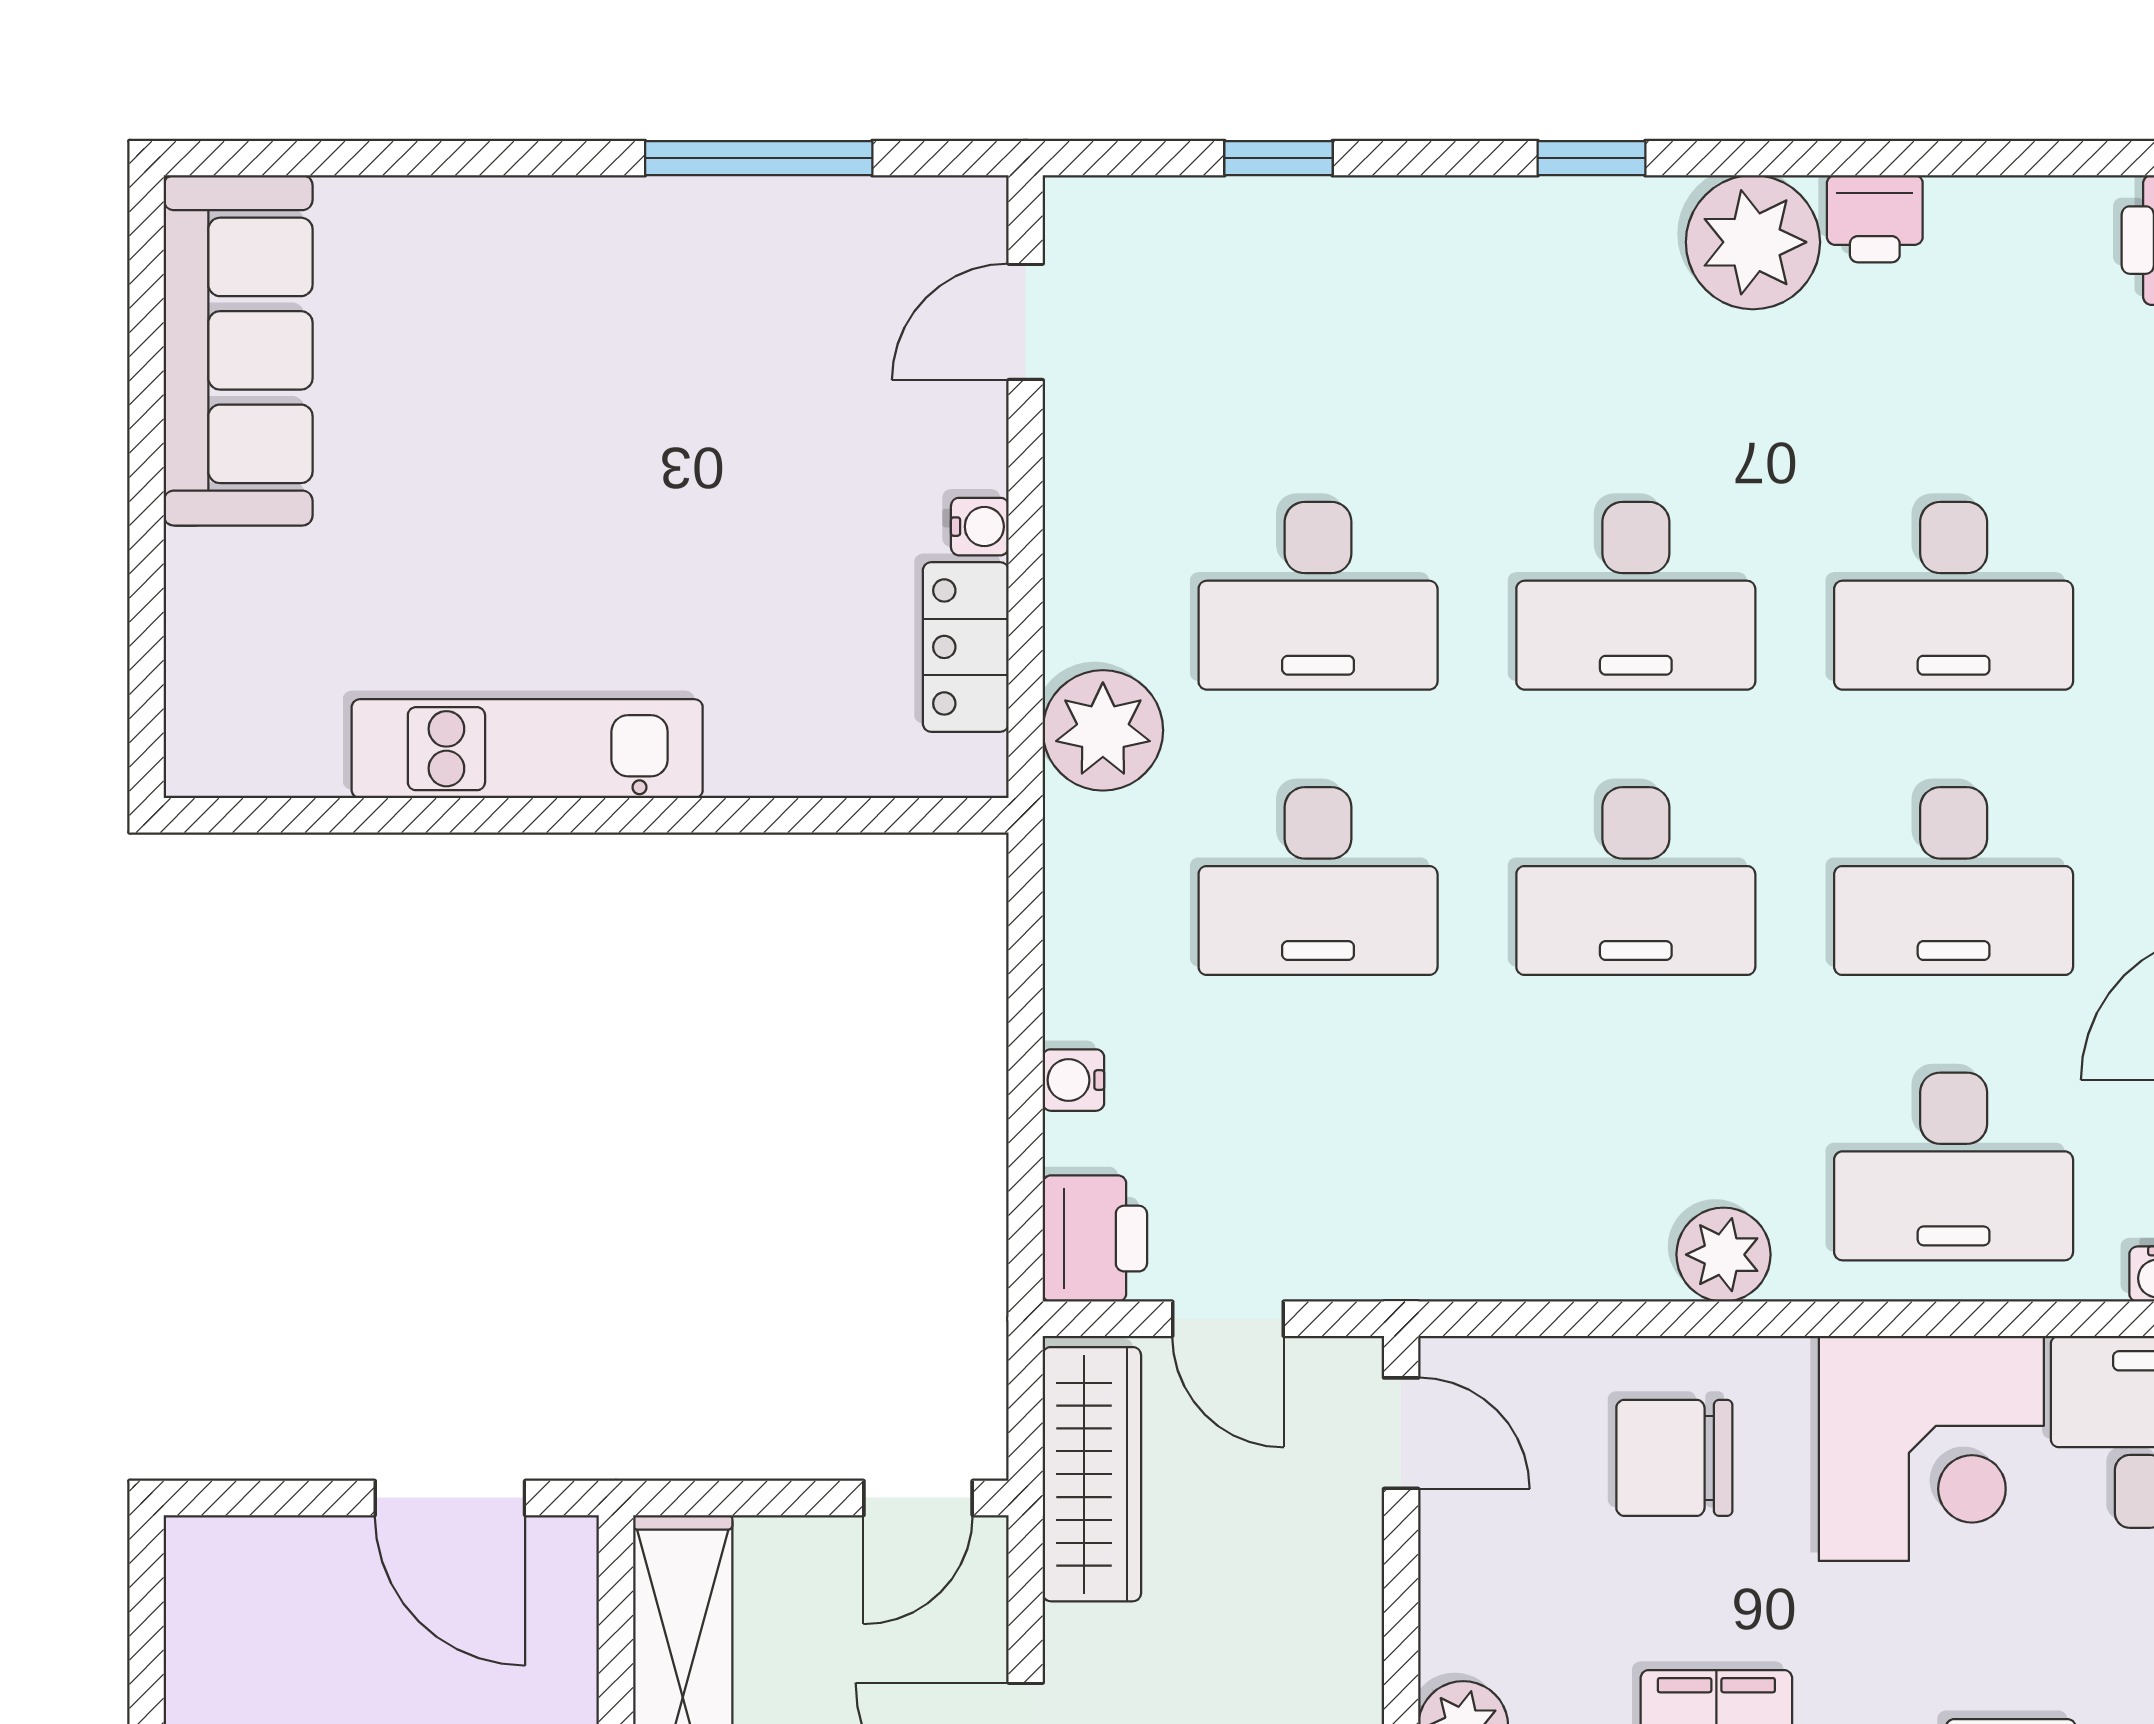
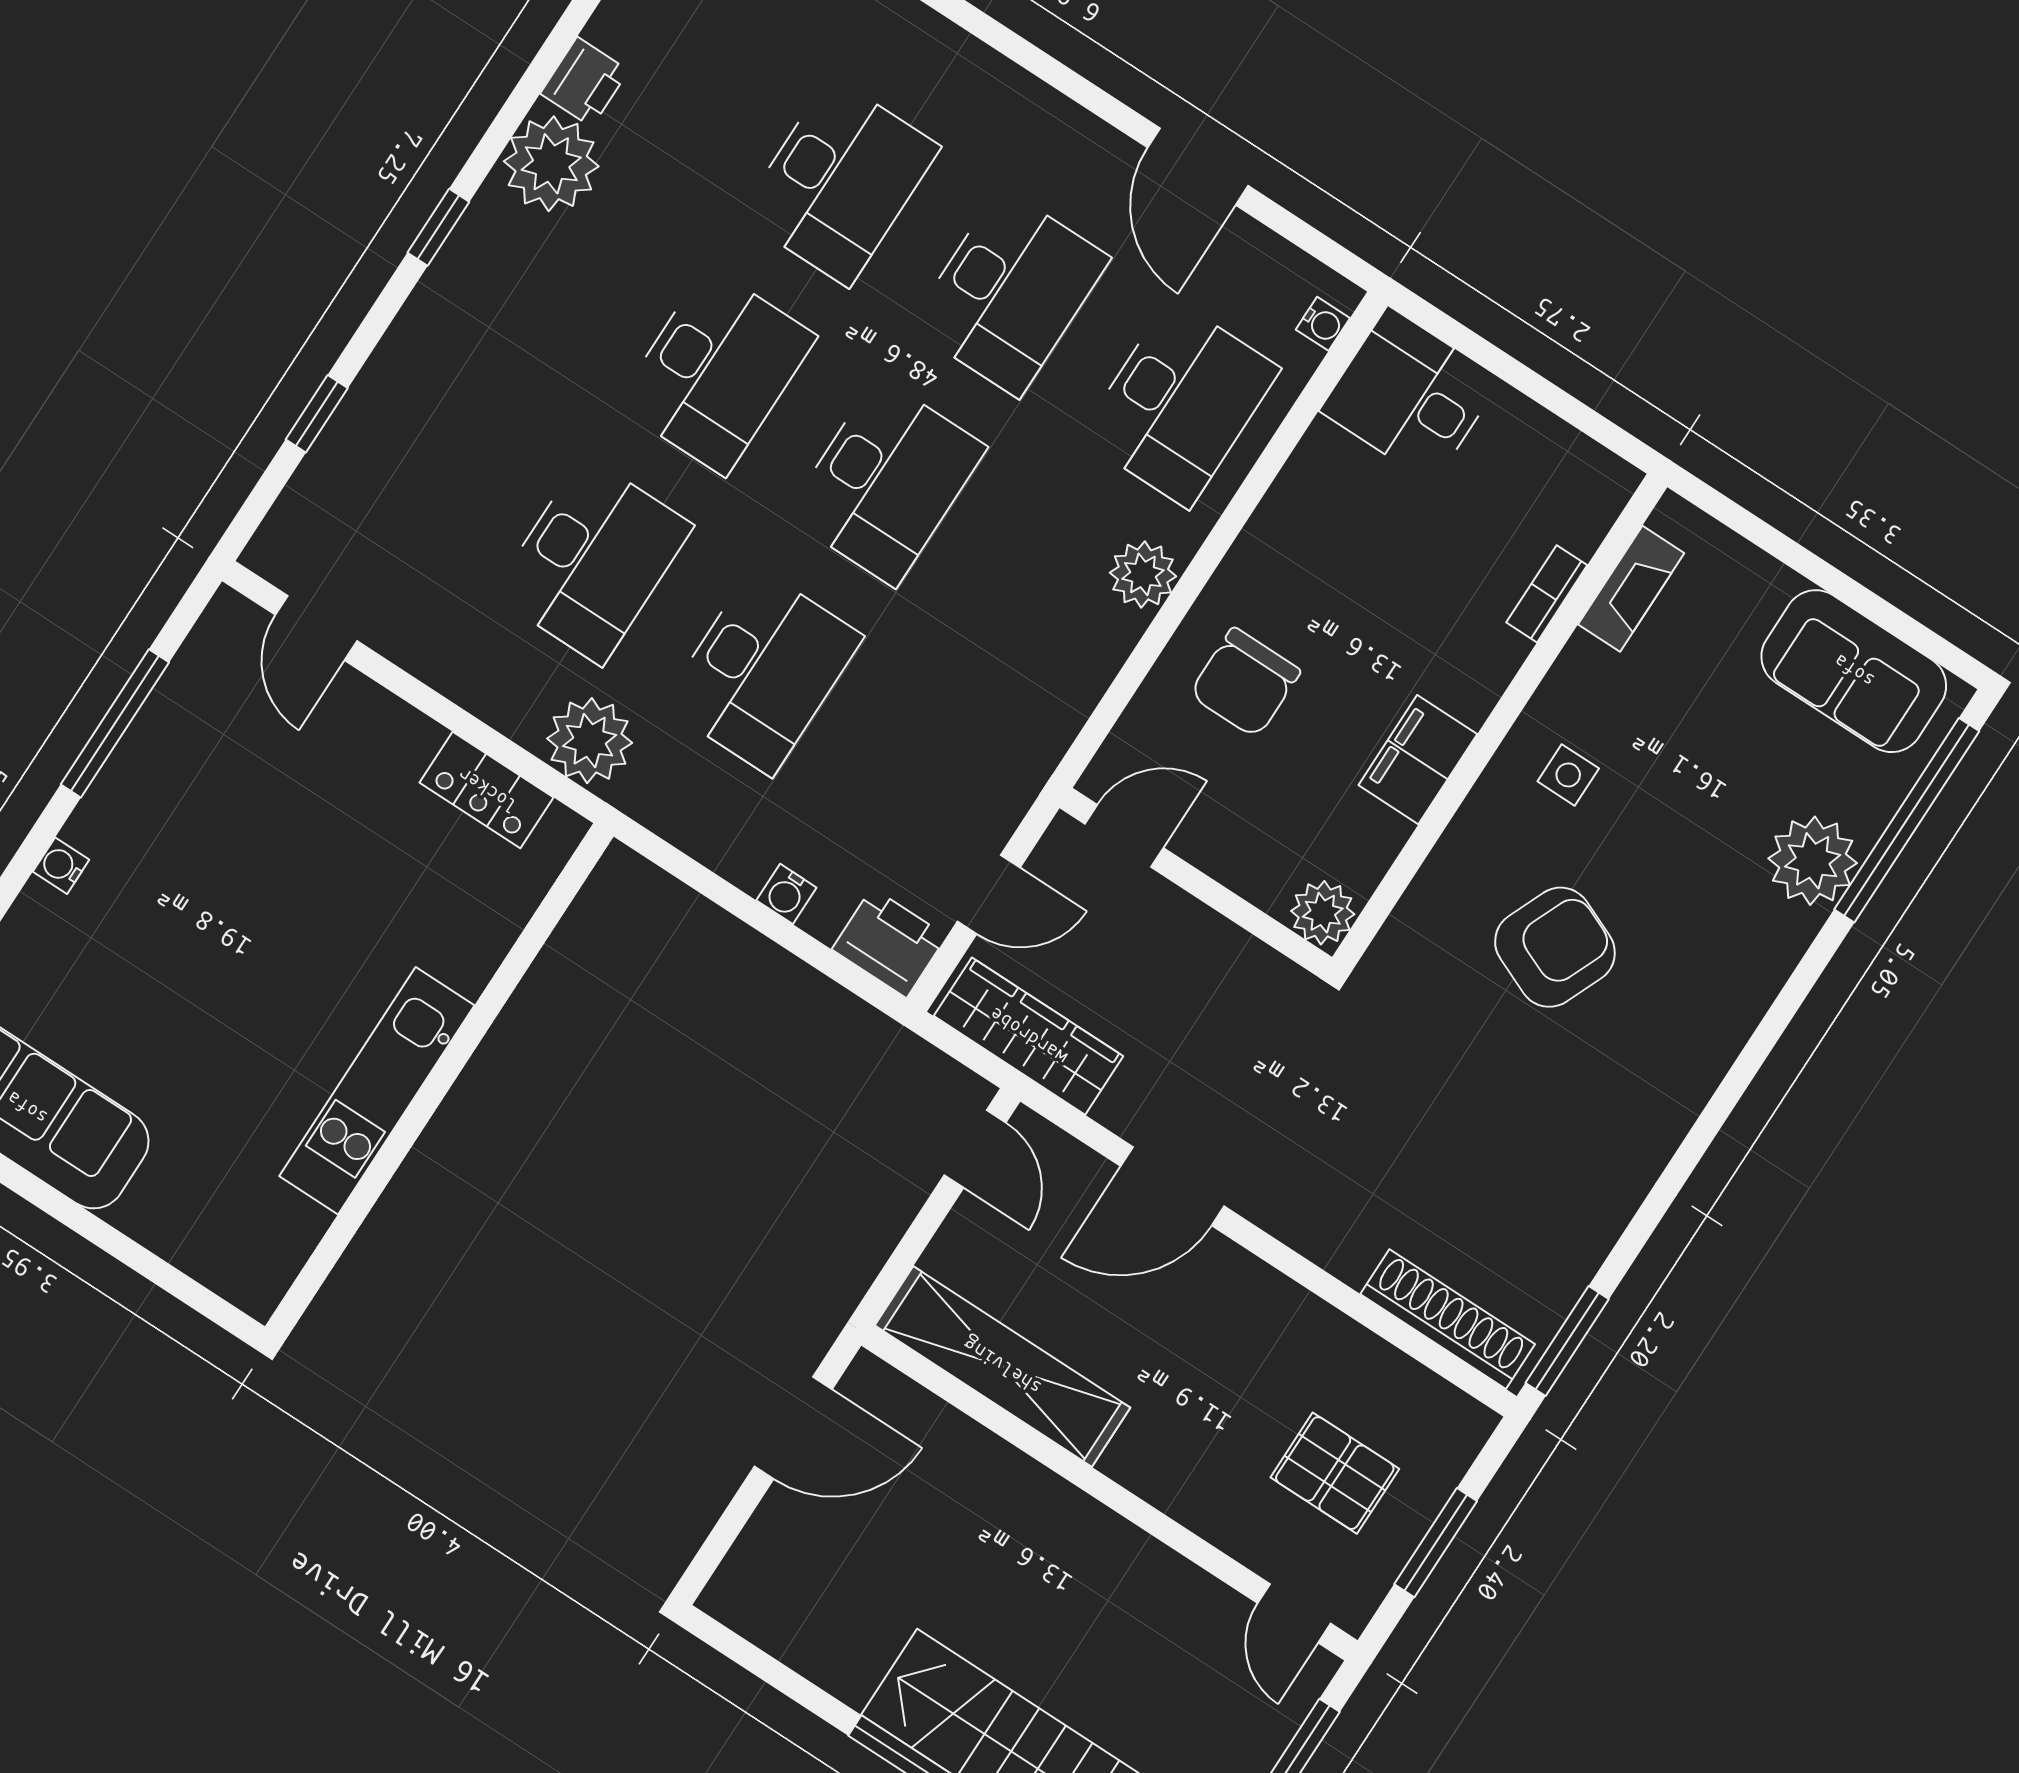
water cooler: (980, 527) -> (61, 866), moved, turned -90
corner desk: (1931, 1448) -> (1339, 526), removed

